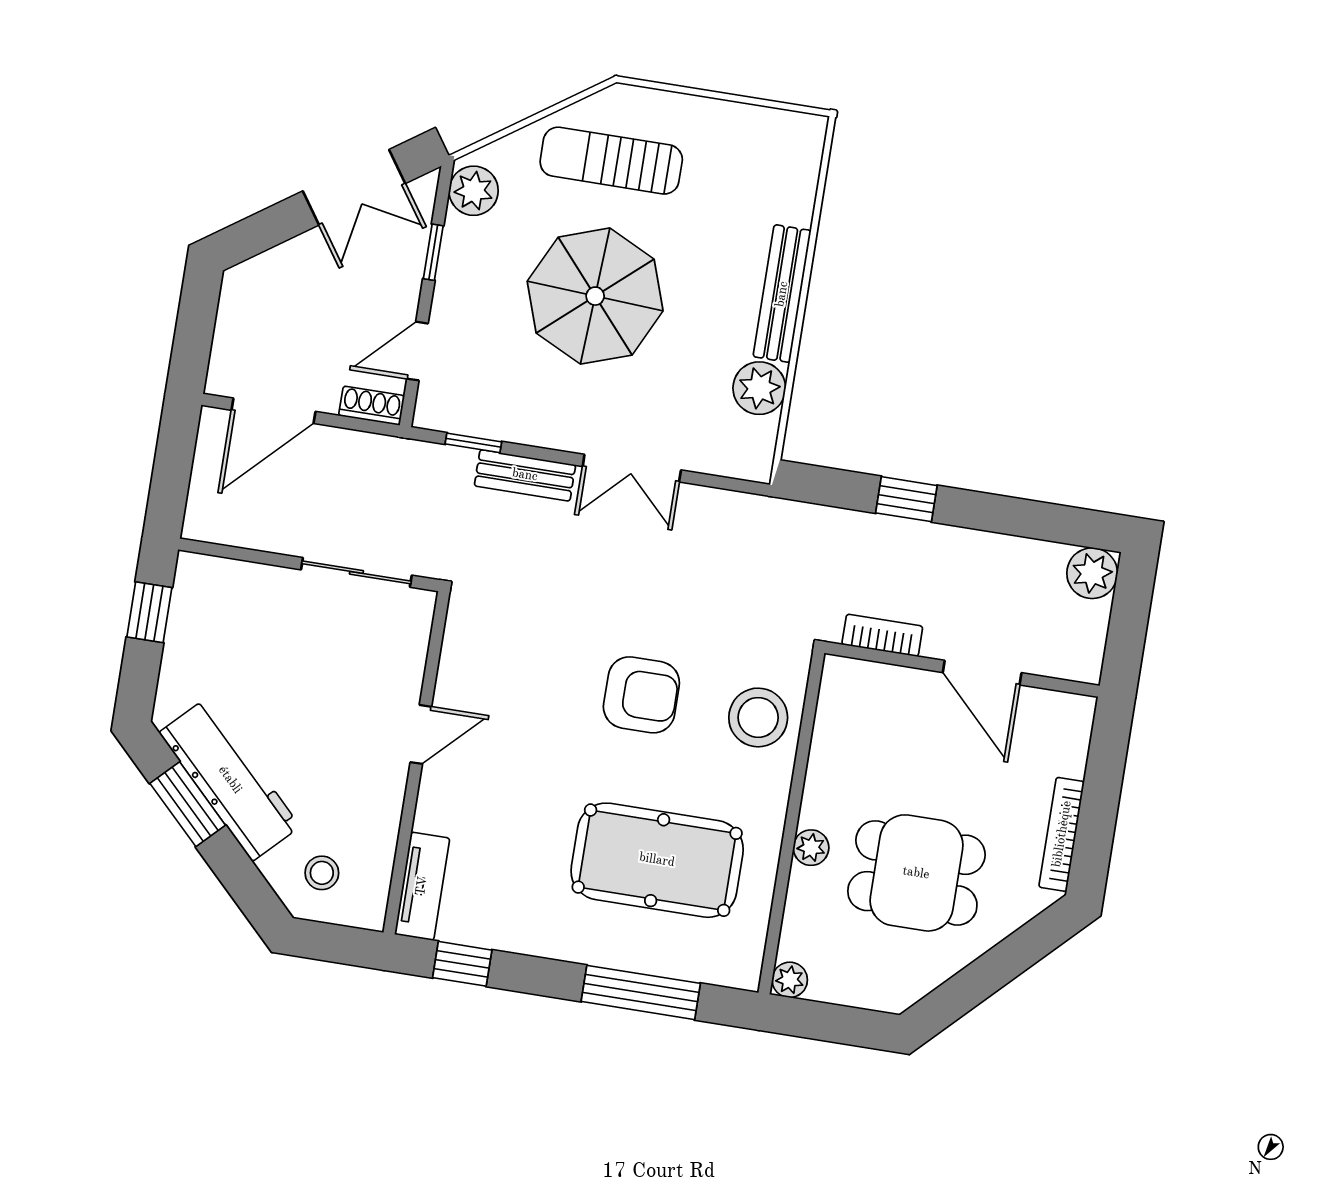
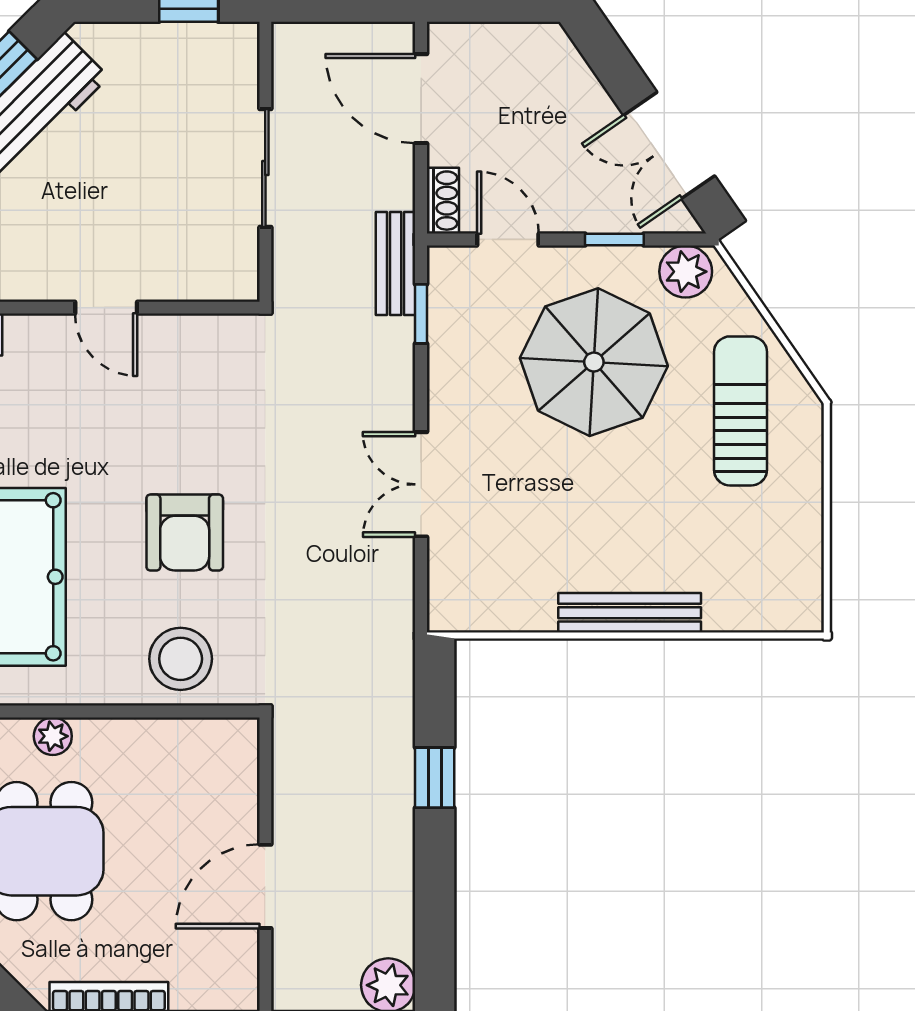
parasol: (595, 296) -> (594, 362), moved
plant: (759, 388) -> (527, 605), removed
bench: (525, 475) -> (396, 263), moved
sliding door: (356, 572) -> (265, 168), moved
bookcase: (882, 635) -> (288, 775), removed

